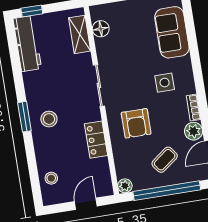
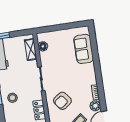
side table: (165, 83) -> (79, 78), removed
armchair: (136, 123) -> (62, 101), turned 54

